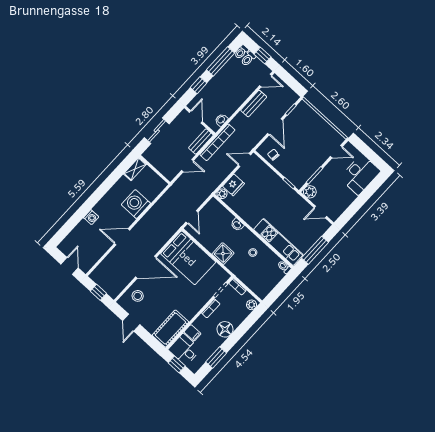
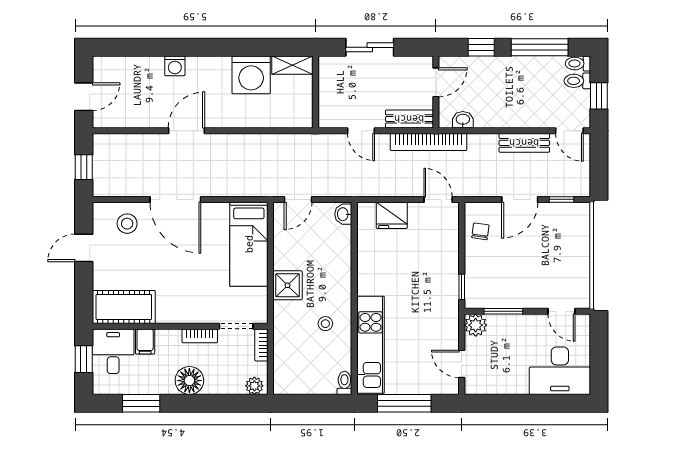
plant: (222, 194) -> (366, 211), removed
washing machine: (136, 204) -> (251, 75), moved, turned 180
washbasin: (237, 225) -> (343, 214), moved
door: (122, 237) -> (186, 131), hinge flipped
bed: (188, 258) -> (249, 244), width x0.67

